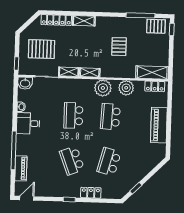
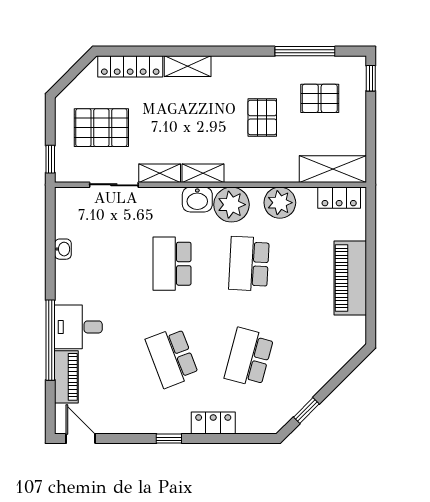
pallet: (156, 26) -> (320, 98), moved
washbasin: (25, 83) -> (197, 200), moved
desk: (28, 123) -> (78, 327), moved
door: (27, 198) -> (81, 439), hinge flipped

